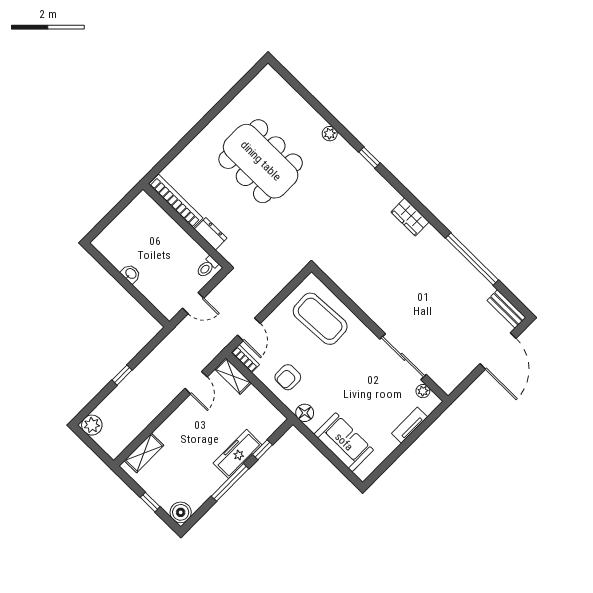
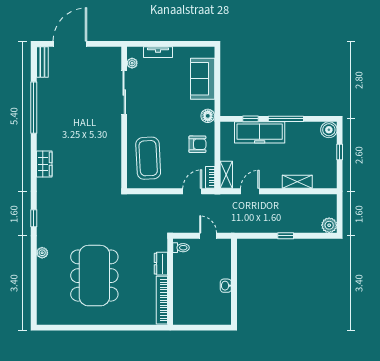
shelving: (144, 453) -> (297, 182), moved
freezer: (238, 454) -> (260, 132), width x1.36, depth x1.26

